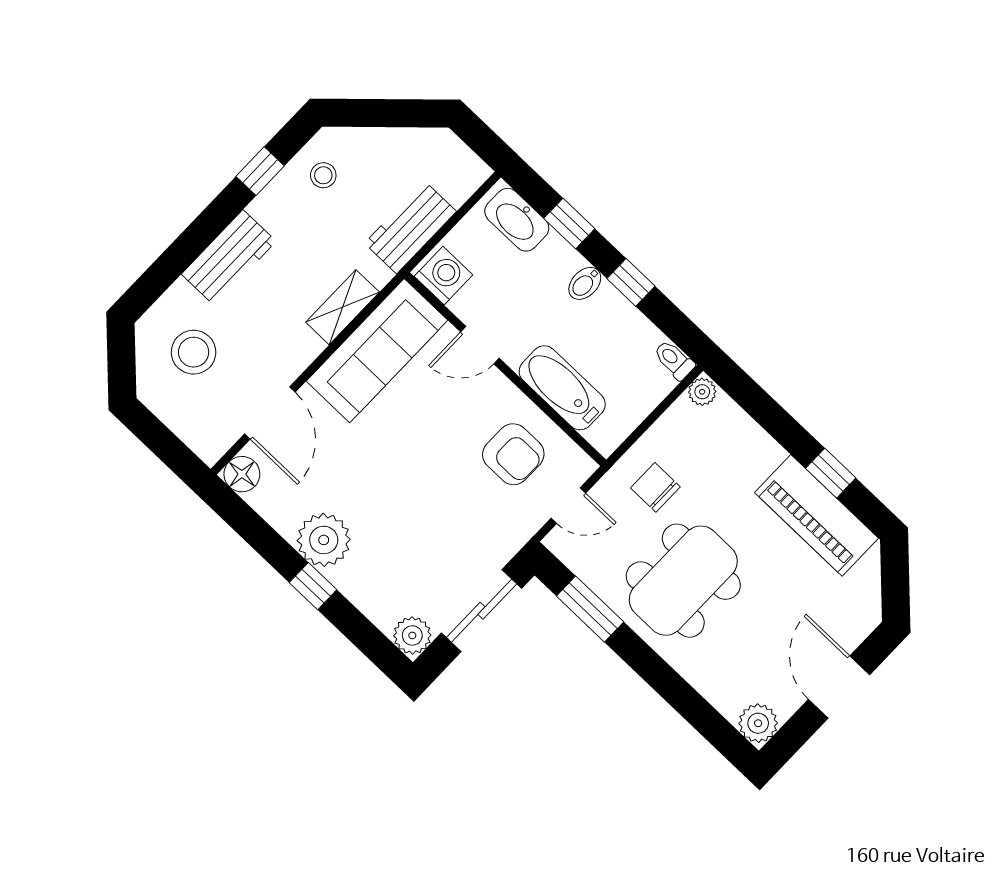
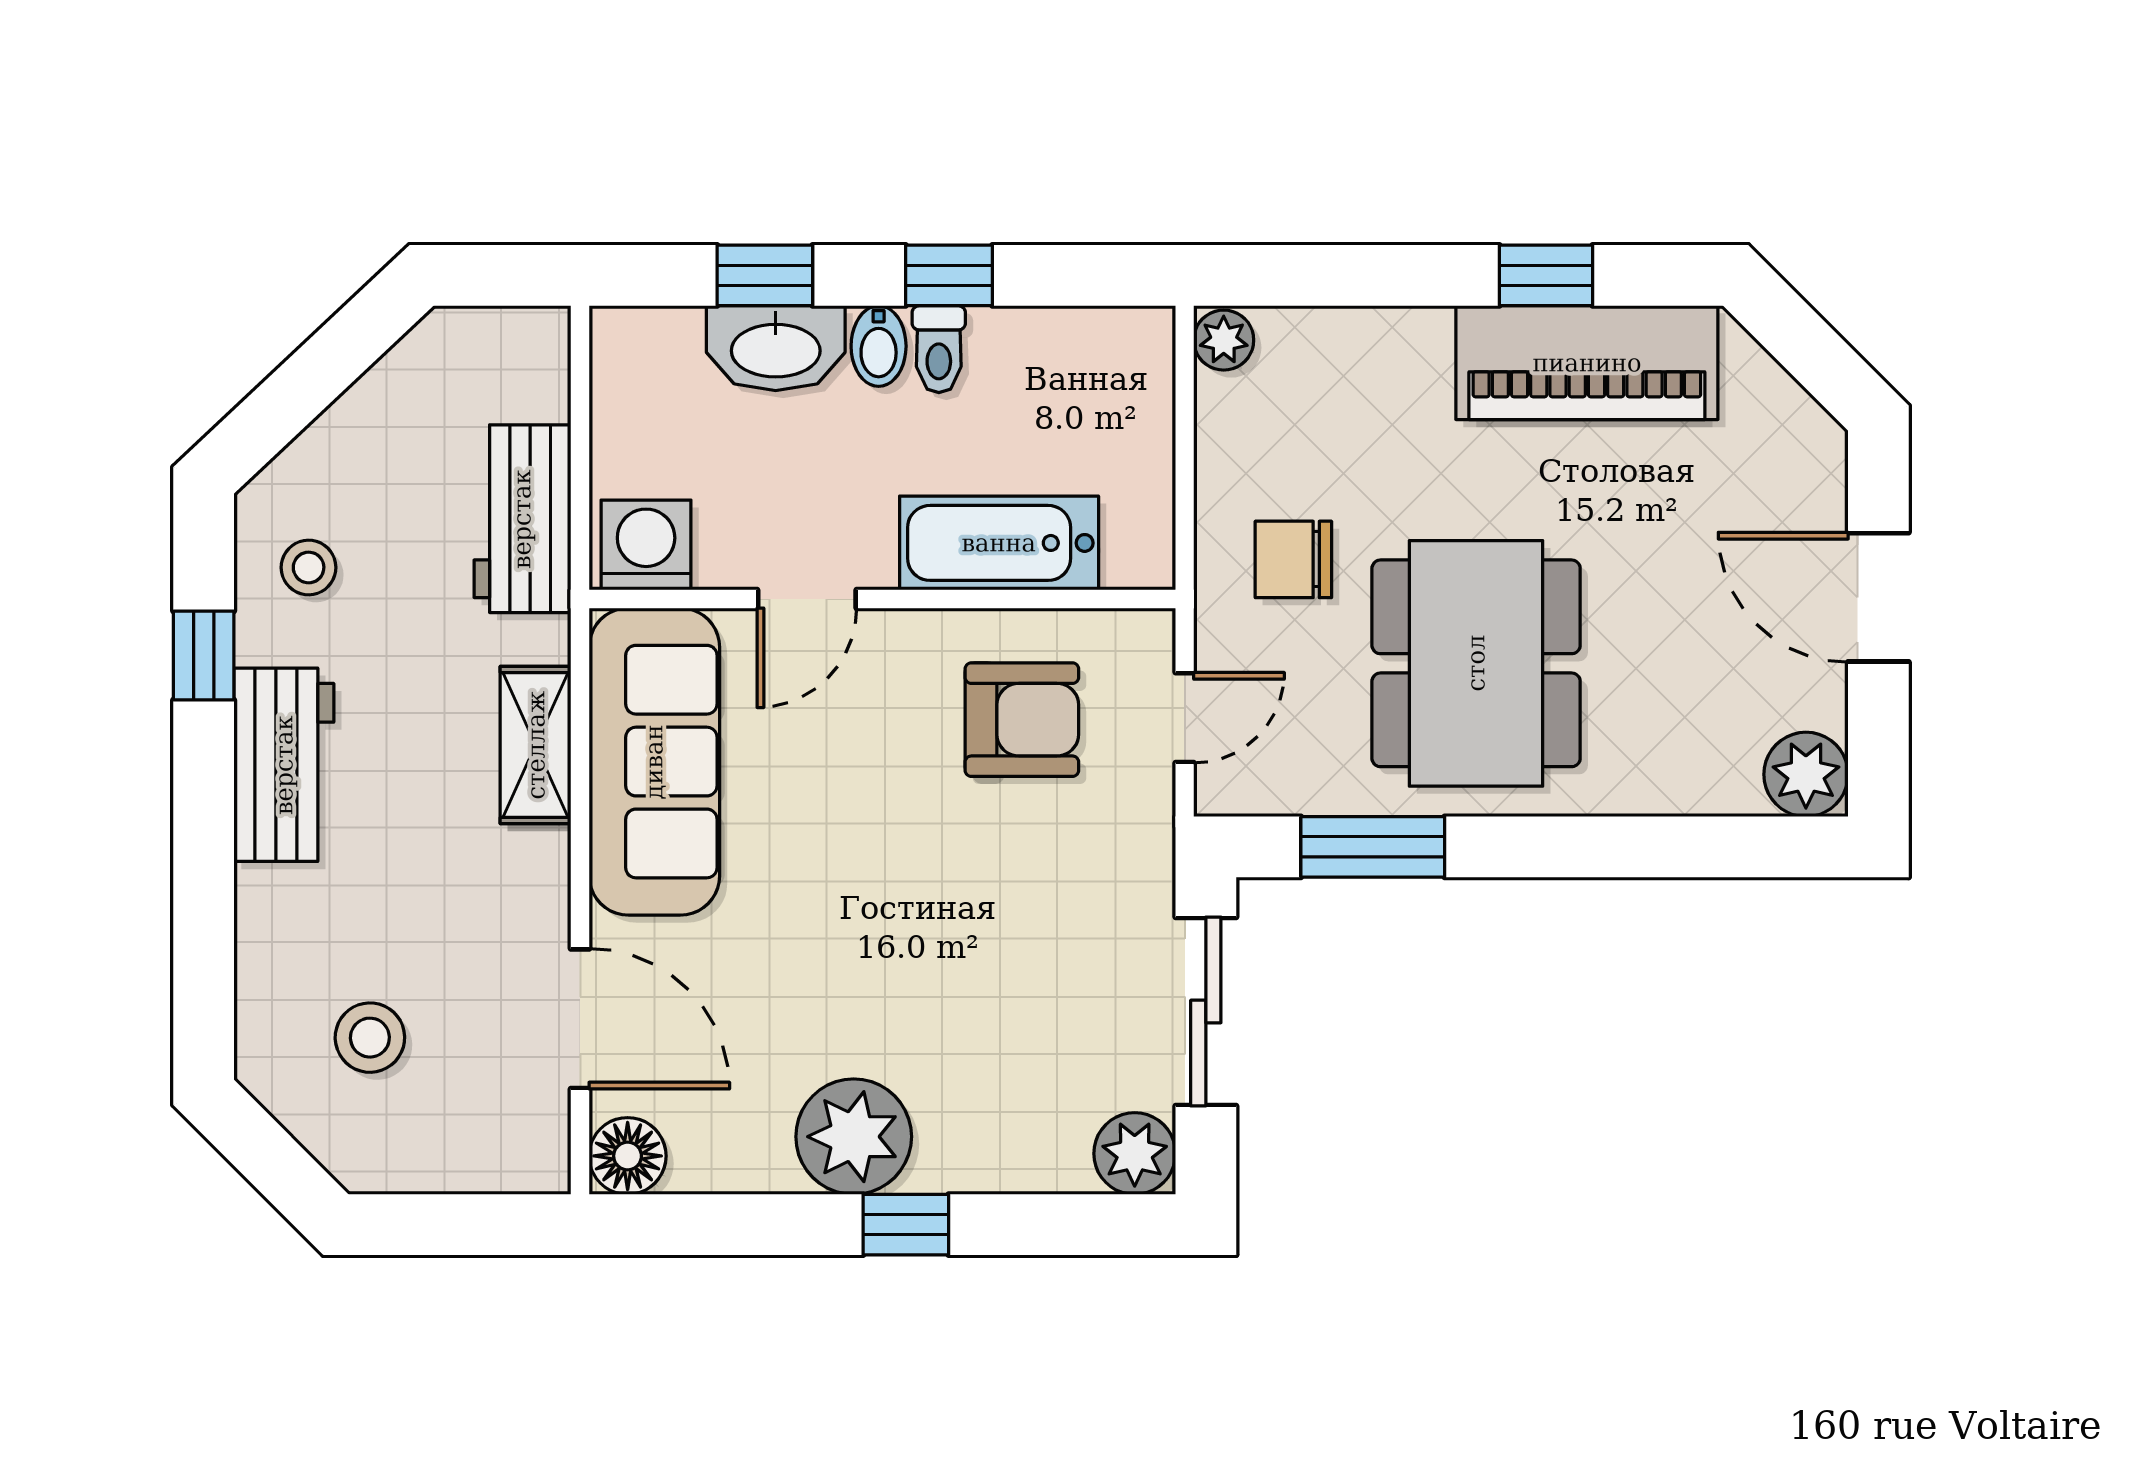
washbasin: (517, 220) -> (776, 348), moved
workbench: (229, 258) -> (284, 765), moved
stool: (194, 352) -> (370, 1038), width x0.73, depth x0.73
toilet: (674, 360) -> (939, 349), moved, turned -90

